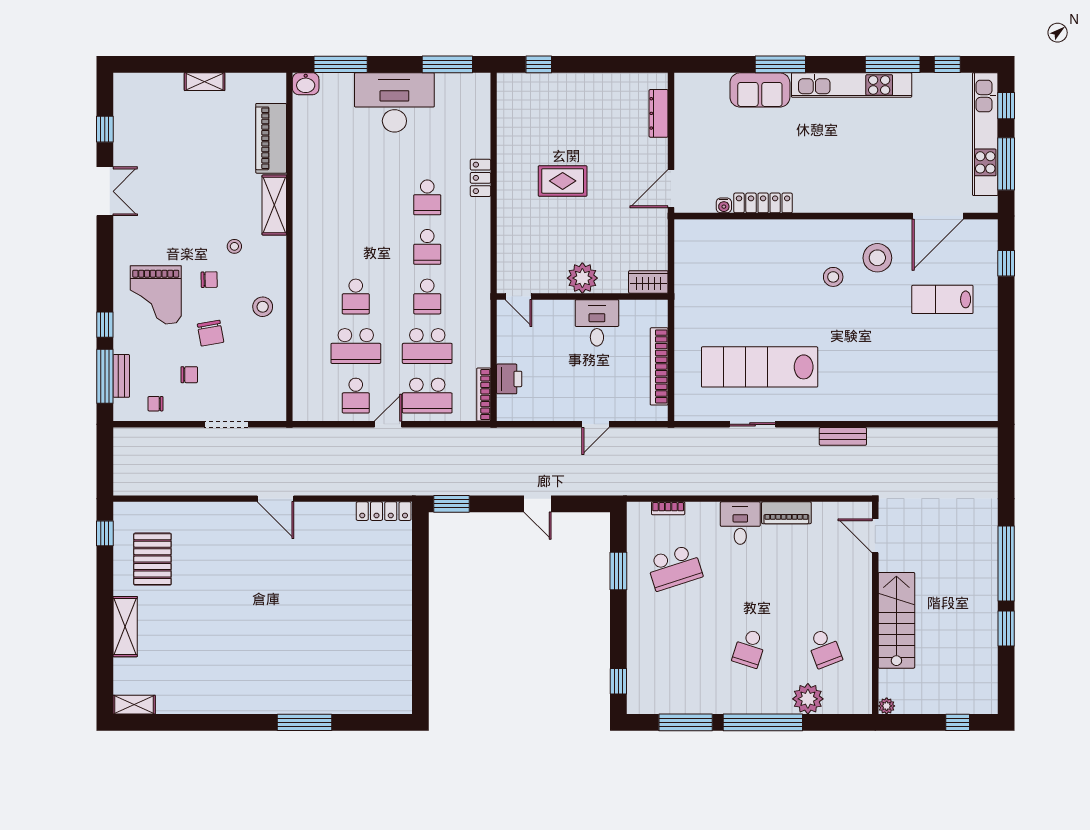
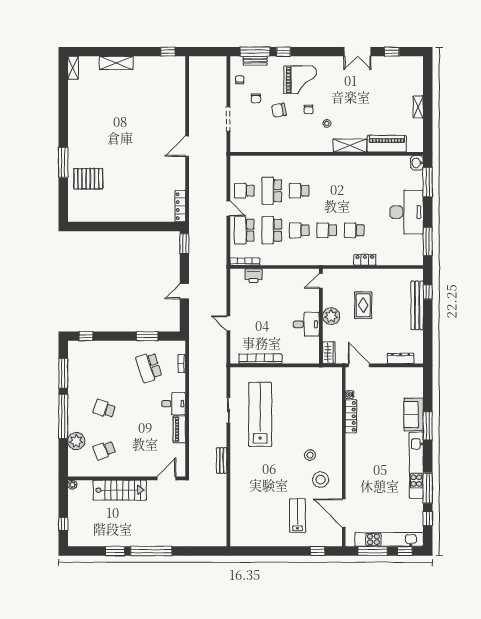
bench: (563, 84) -> (417, 305), added
plant: (582, 278) -> (331, 316), moved
wardrobe: (648, 282) -> (329, 353), moved
grand piano: (156, 295) -> (300, 80), turned 180
door: (518, 296) -> (321, 281), moved
wall: (582, 296) -> (321, 316), moved
stool: (263, 307) -> (293, 139), removed
desk: (597, 323) -> (306, 324), moved
pallet: (152, 559) -> (88, 179), moved

